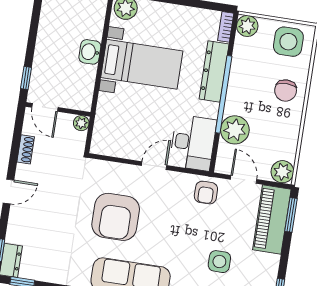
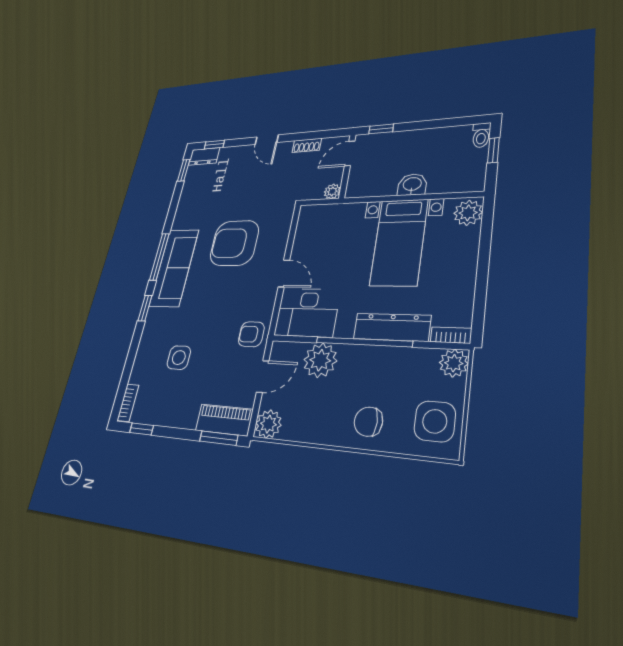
piano: (272, 220) -> (224, 420), width x0.73, depth x0.75

